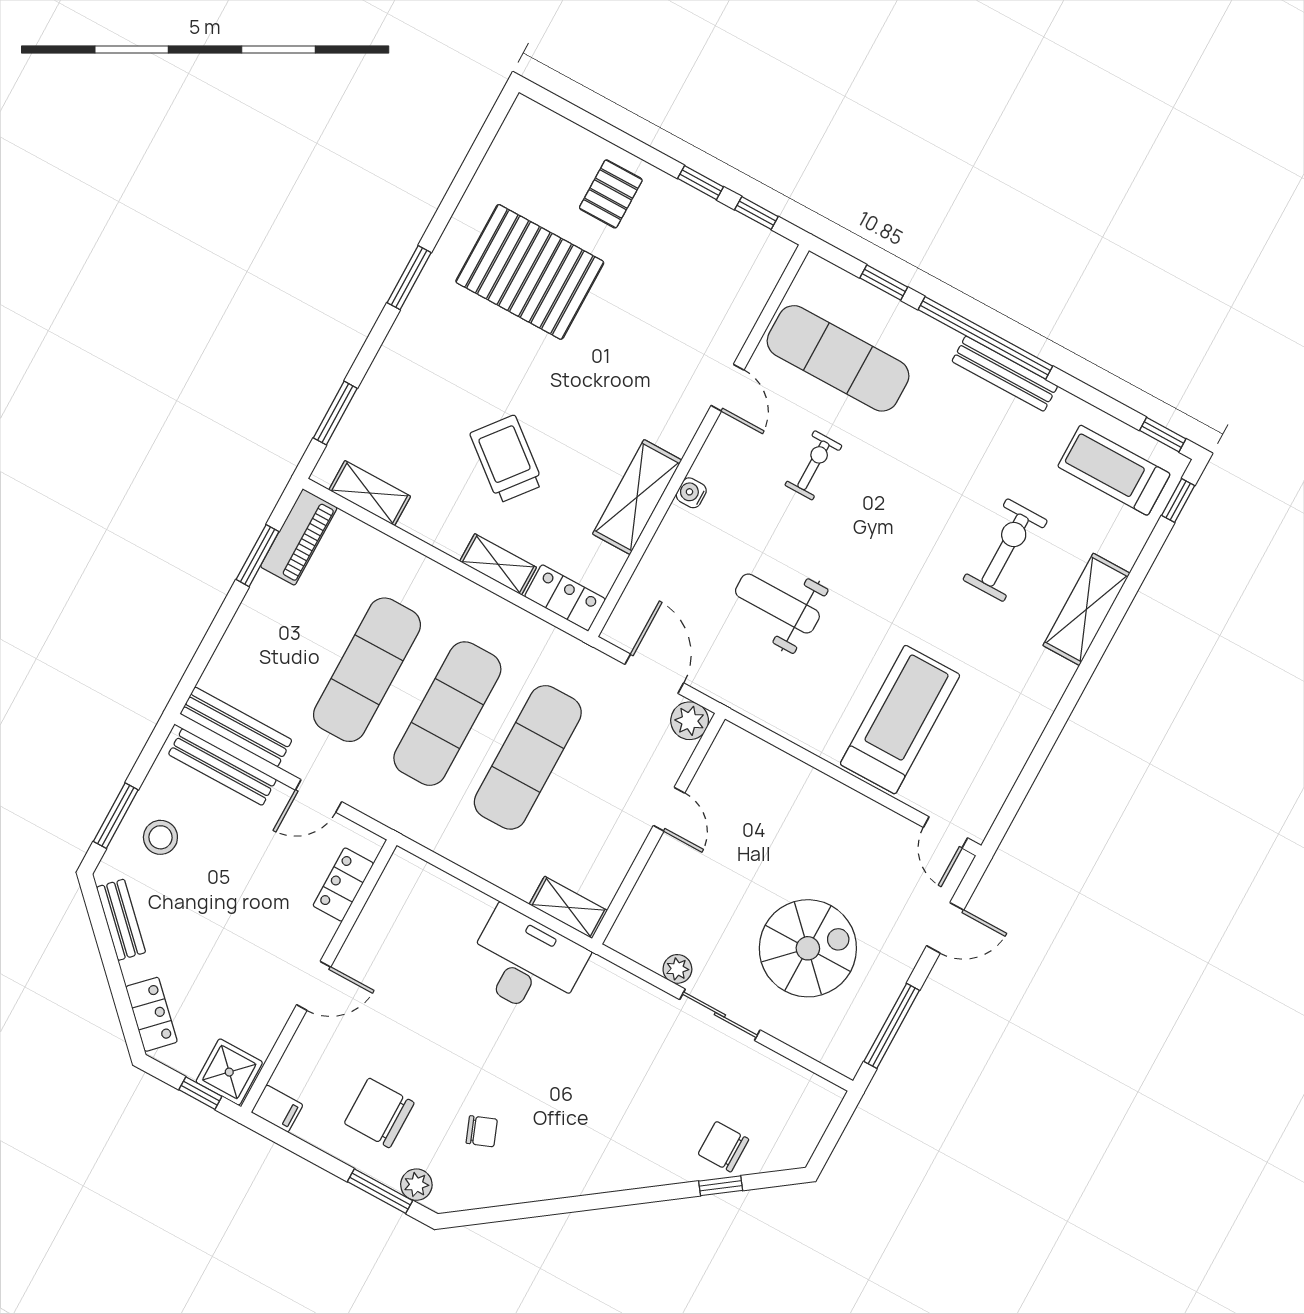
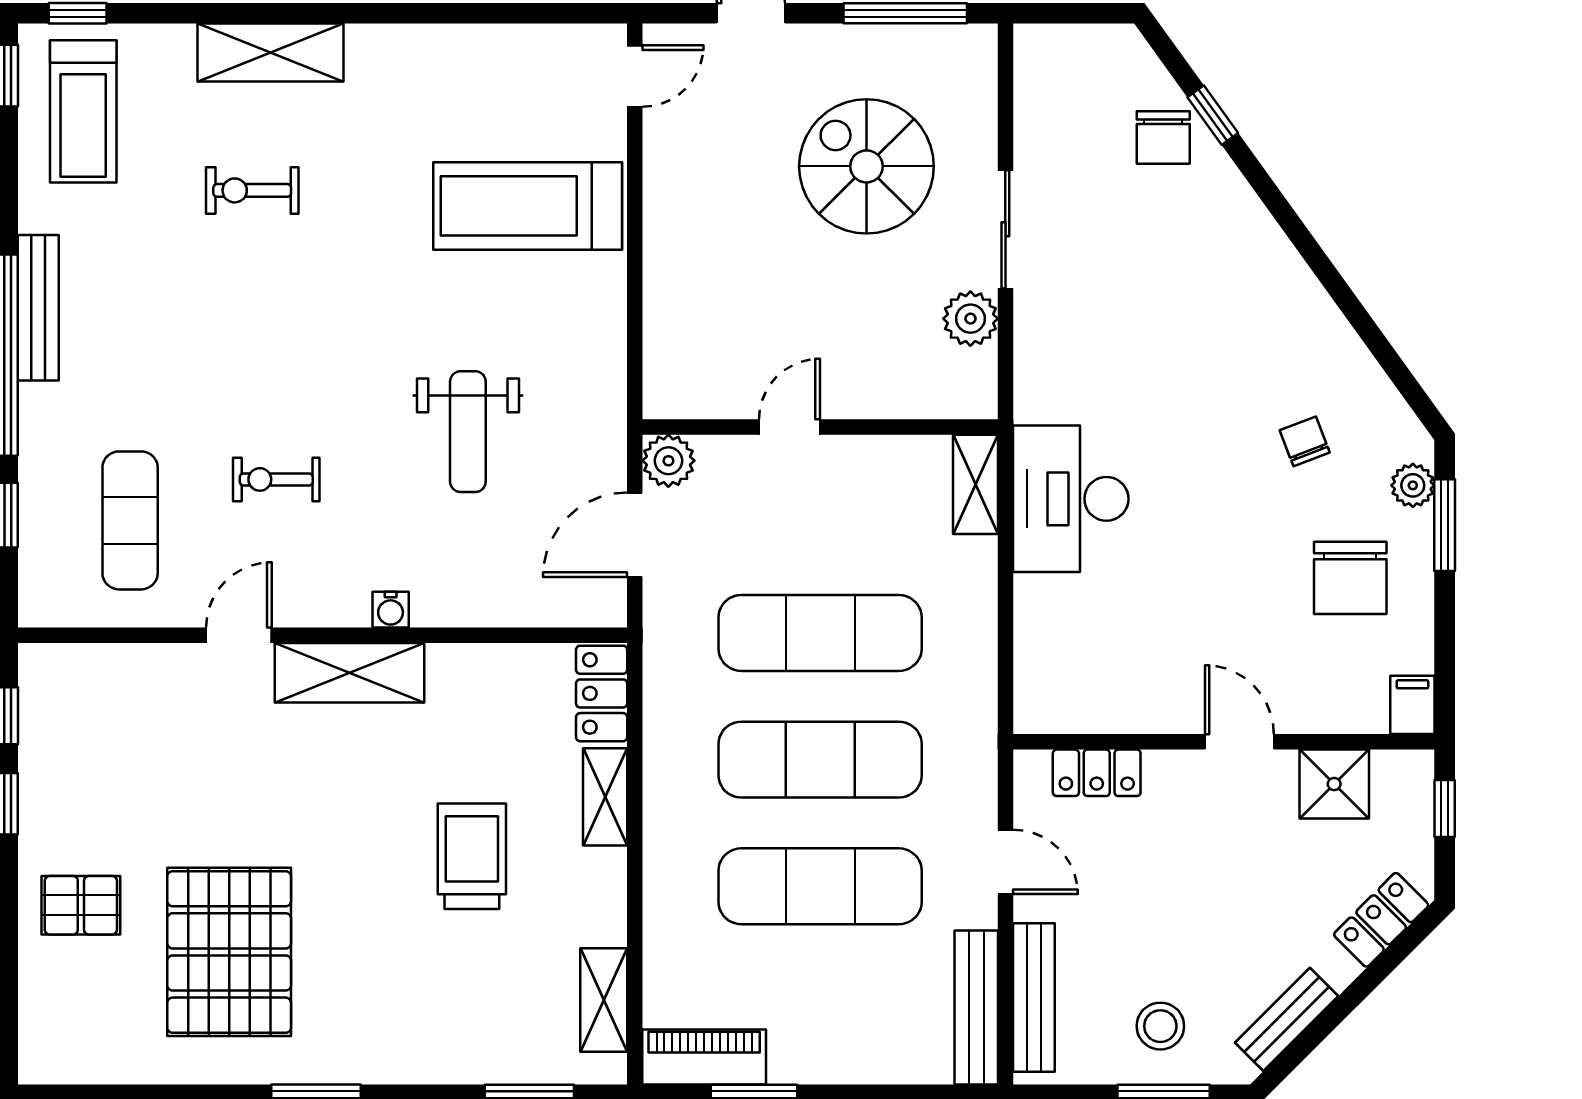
exercise mat: (838, 358) -> (130, 520), width x0.73, depth x0.69
trolley: (507, 459) -> (472, 856), turned 141
shelving: (637, 497) -> (350, 673), moved
exercise bike: (1005, 550) -> (252, 190), width x0.73, depth x0.72
plant: (677, 969) -> (970, 319), width x1.38, depth x1.38
shower: (229, 1072) -> (1334, 784), moved

